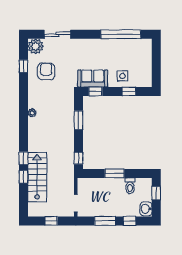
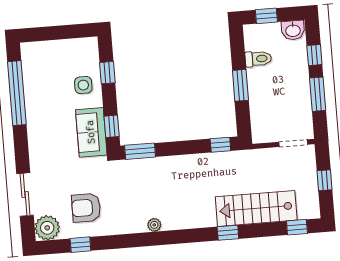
window: (79, 120) -> (140, 151), moved
window: (24, 177) -> (297, 227), moved

